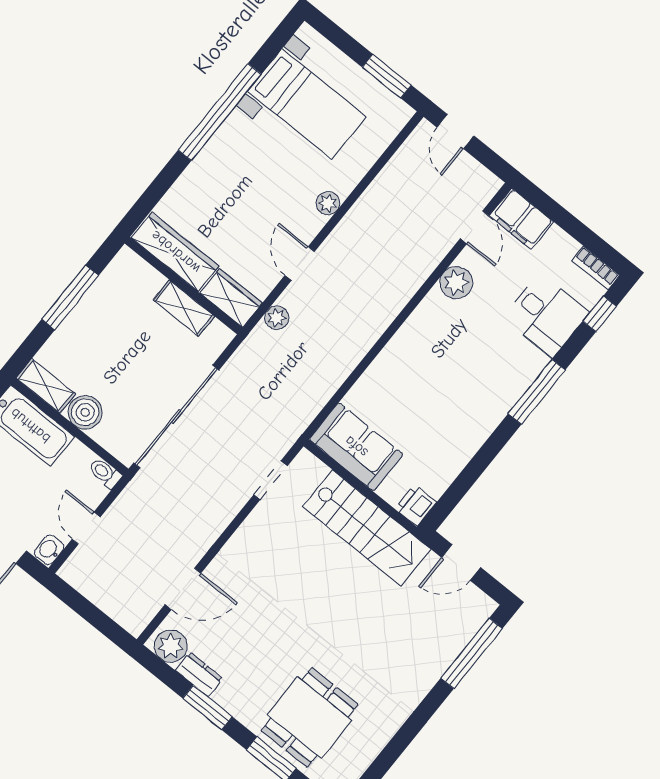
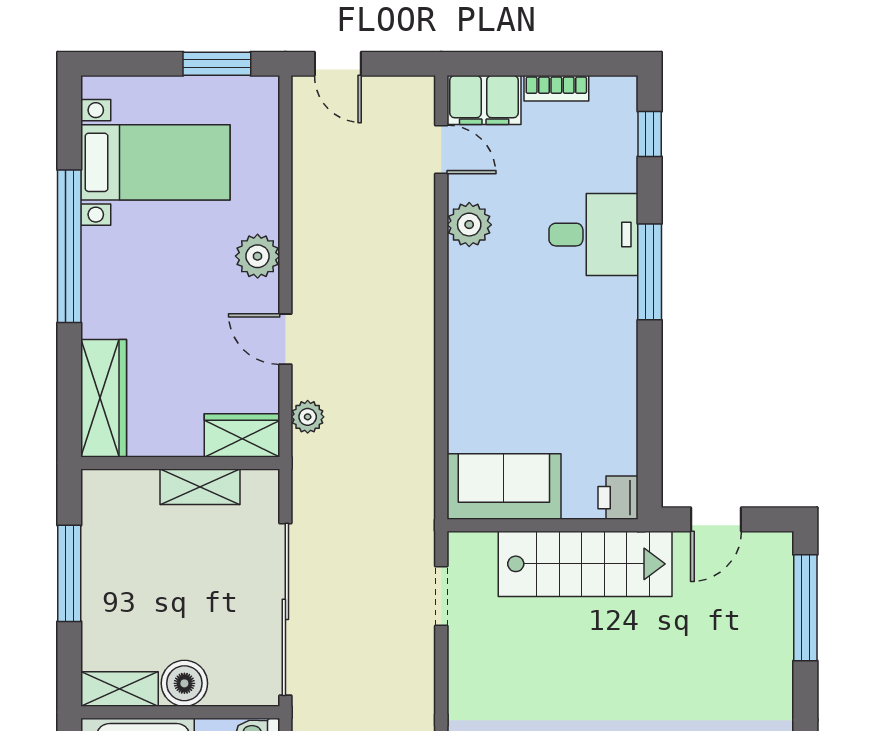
plant: (328, 203) -> (258, 256), width x1.38, depth x1.38
wardrobe: (175, 252) -> (104, 398), moved, turned 90
bookcase: (596, 268) -> (556, 88), moved
desk: (546, 315) -> (593, 235), moved

